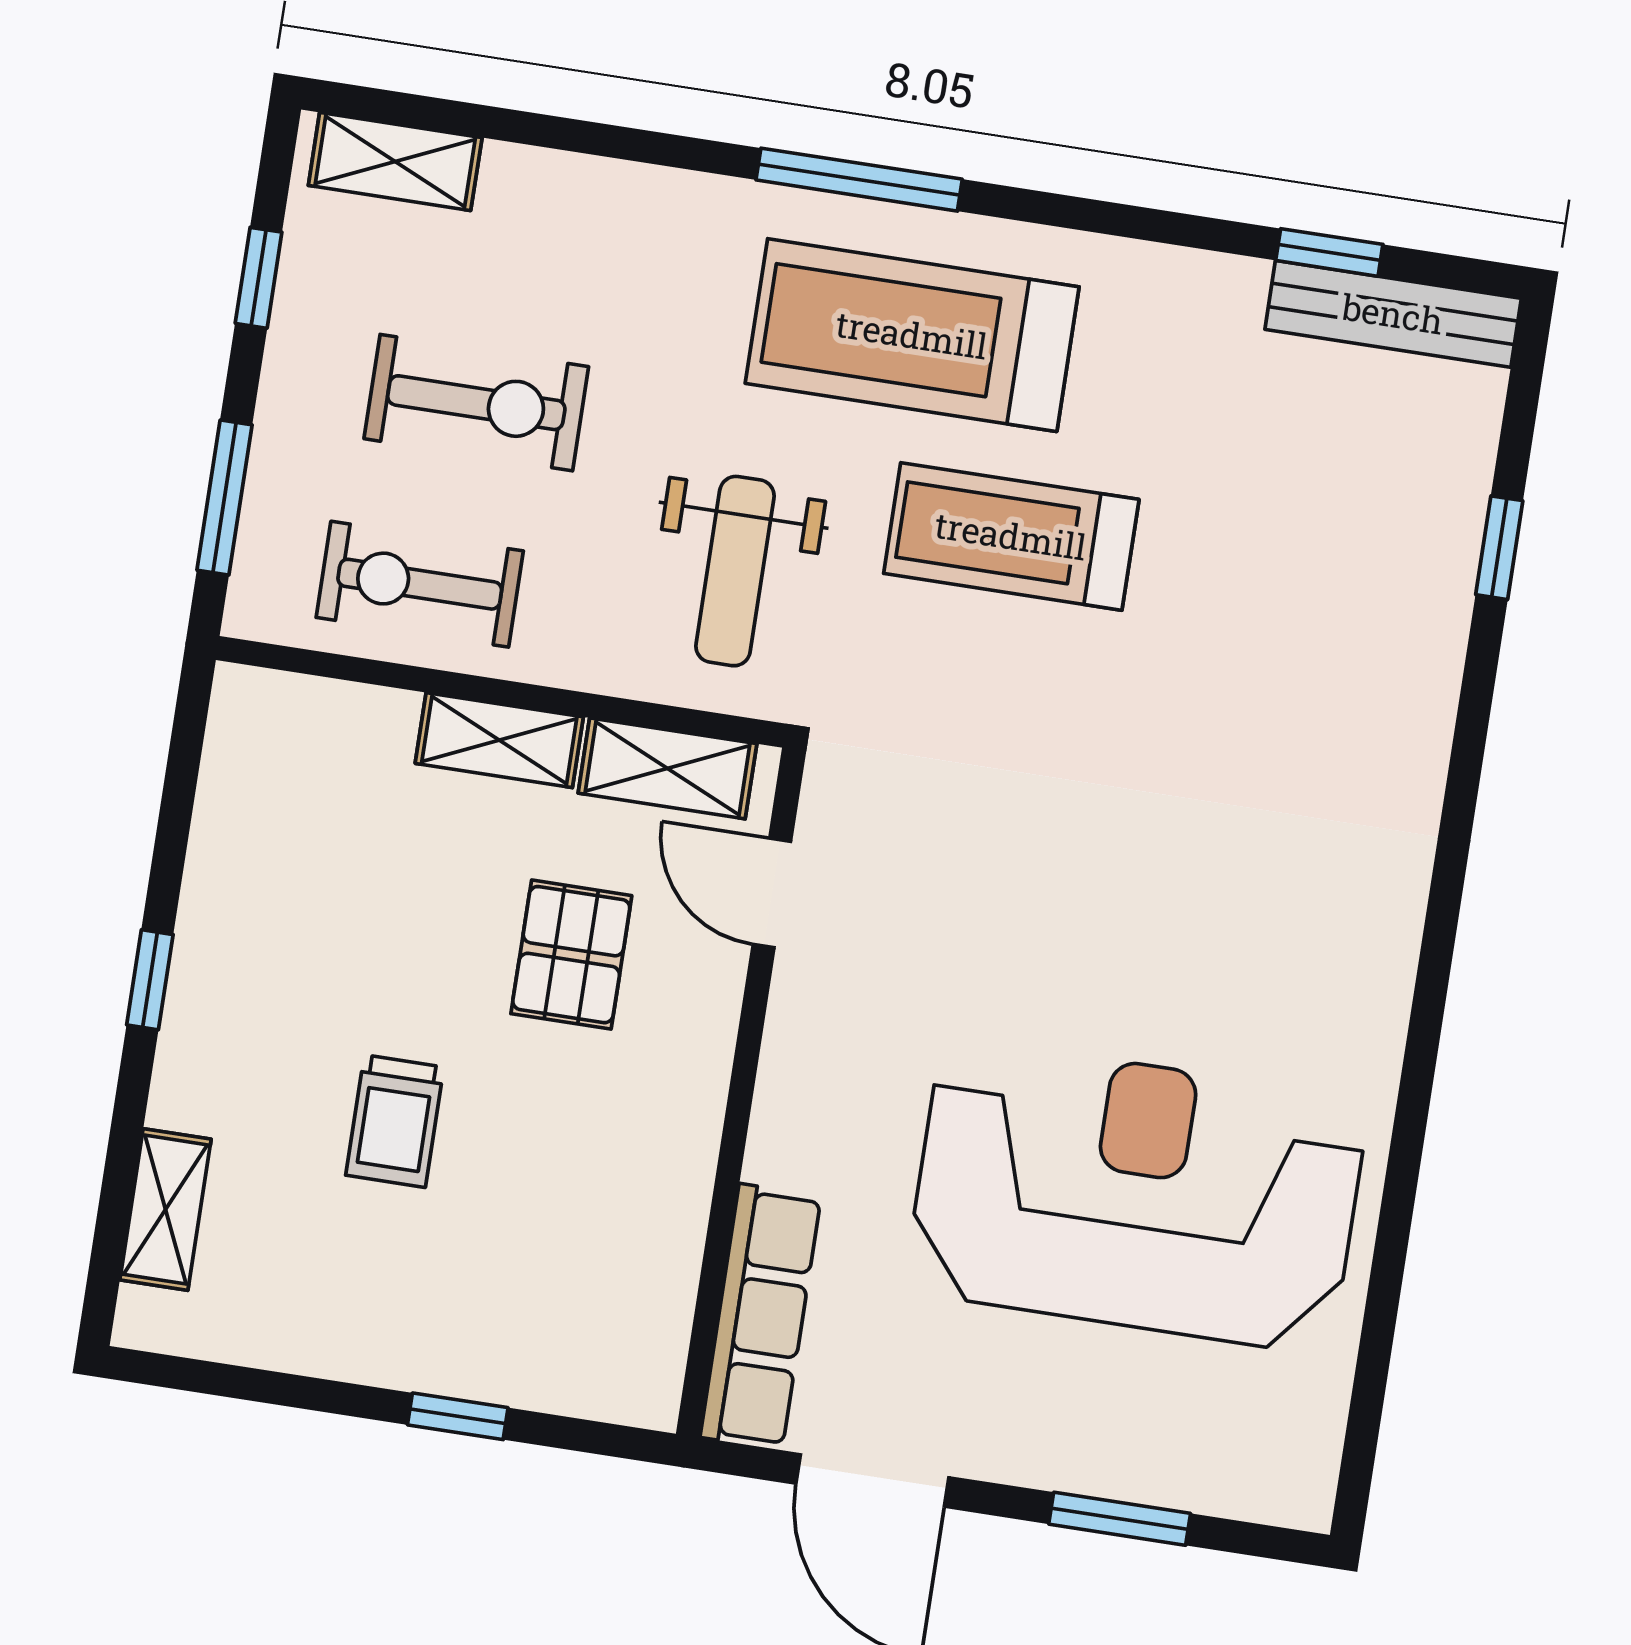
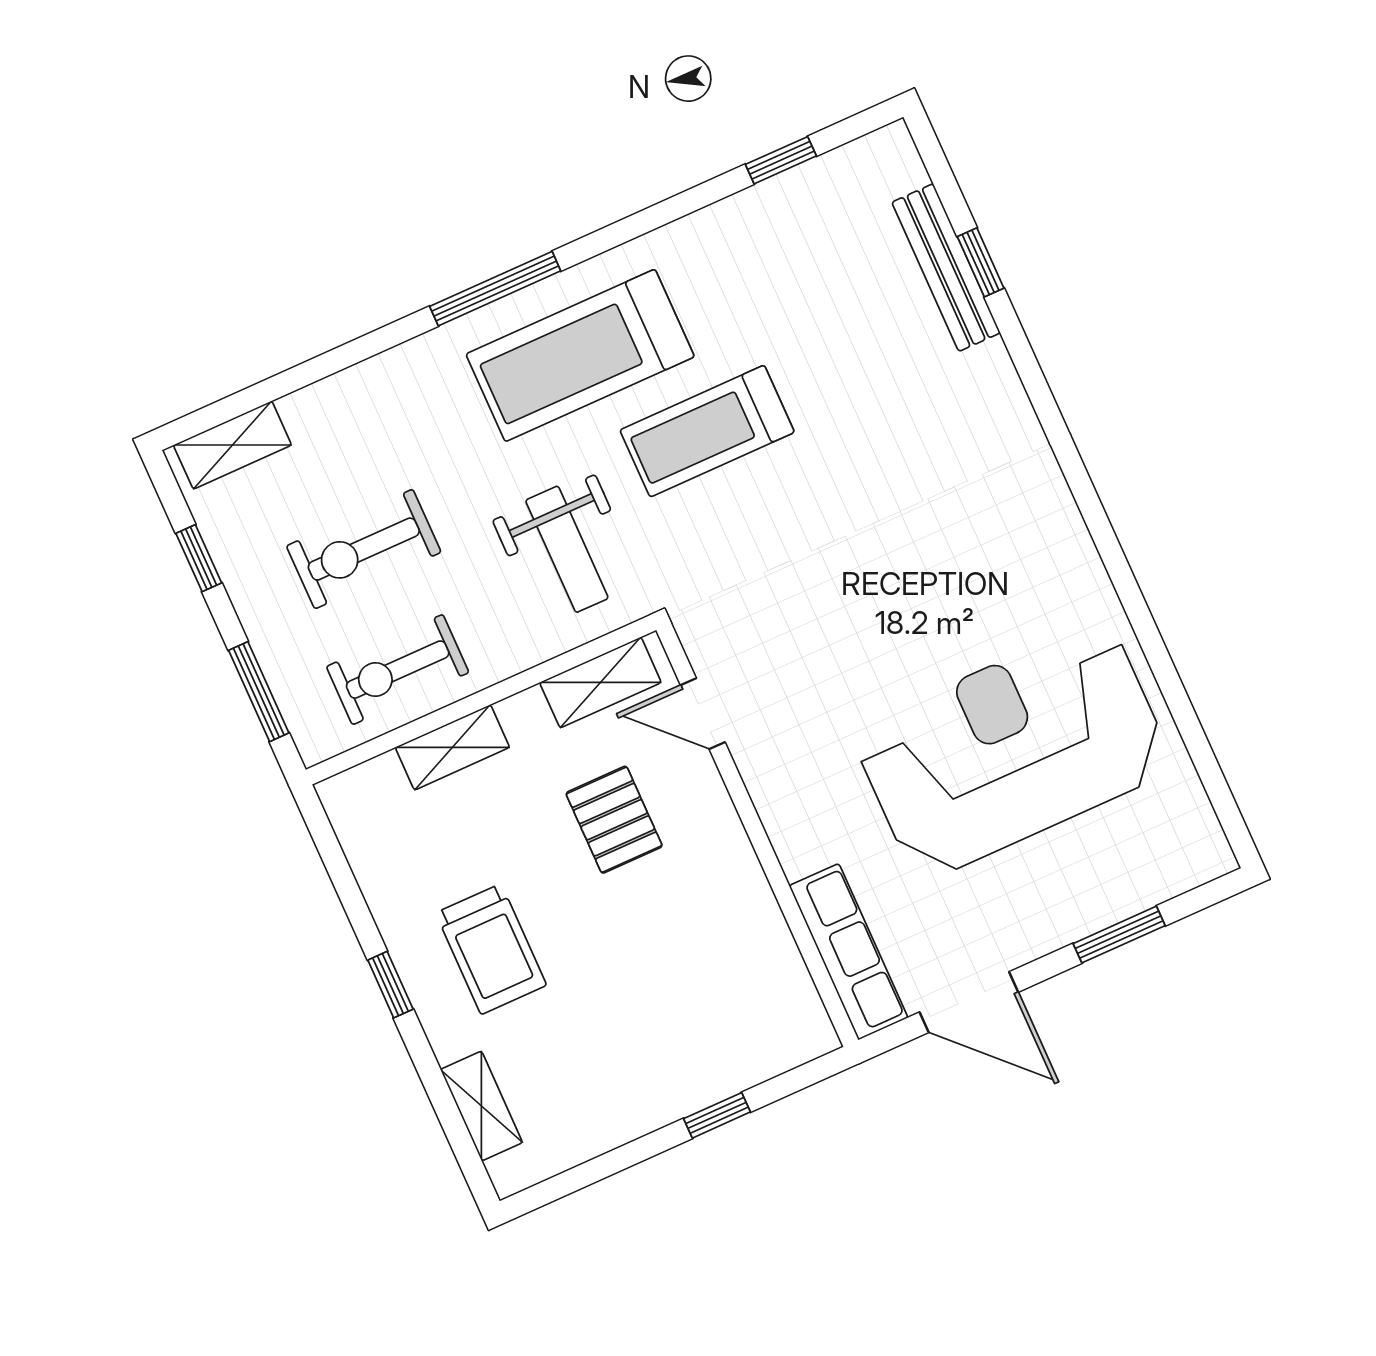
bench: (1393, 314) -> (946, 268), moved, turned 90
exercise bike: (476, 403) -> (364, 549), turned 180
shelving: (499, 740) -> (452, 747), moved
trolley: (395, 1121) -> (491, 949), moved, width x1.36, depth x1.39

